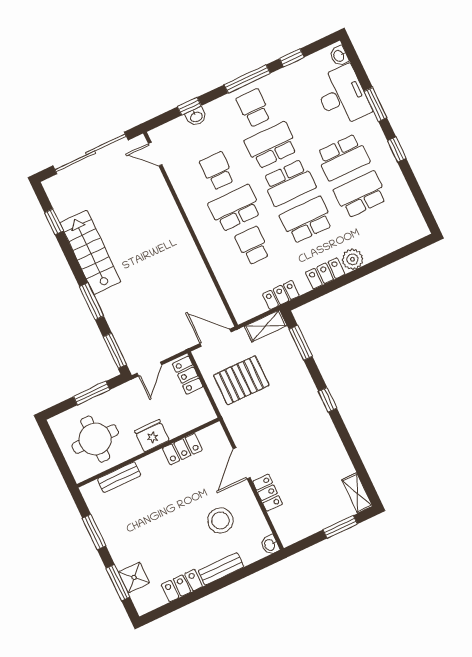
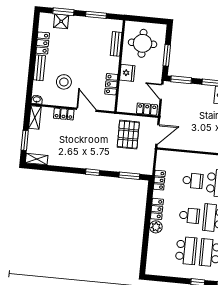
school desk: (307, 220) -> (189, 216), width x0.54
shelving: (266, 326) -> (35, 117), moved

